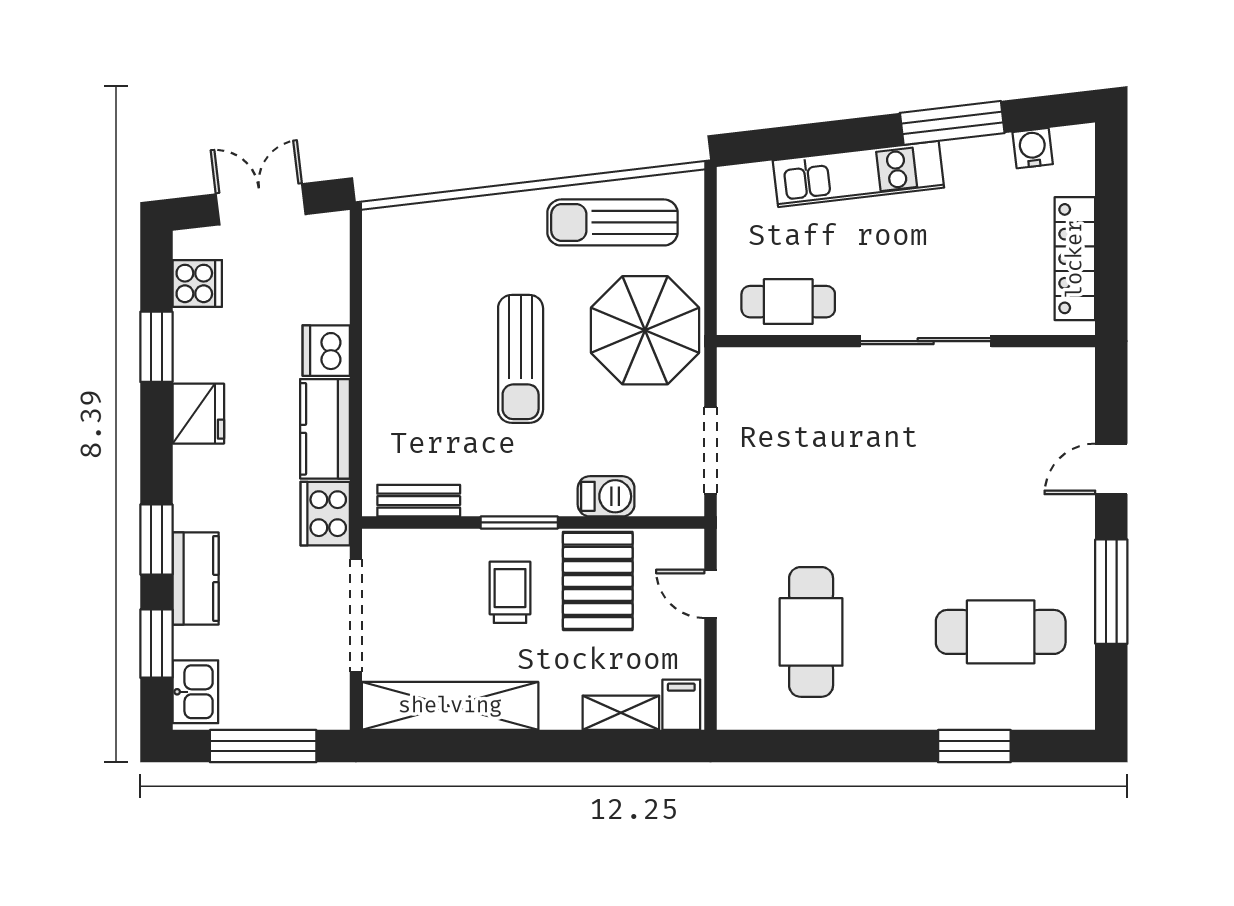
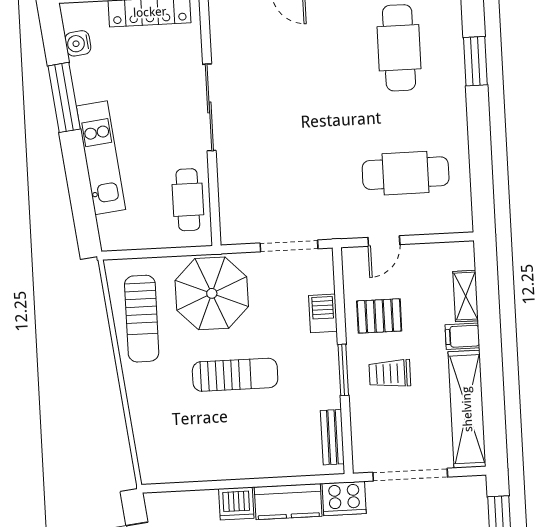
pallet: (598, 581) -> (379, 316), width x0.67, depth x0.71
filing cabinet: (681, 705) -> (462, 336), moved

